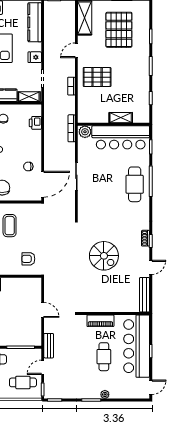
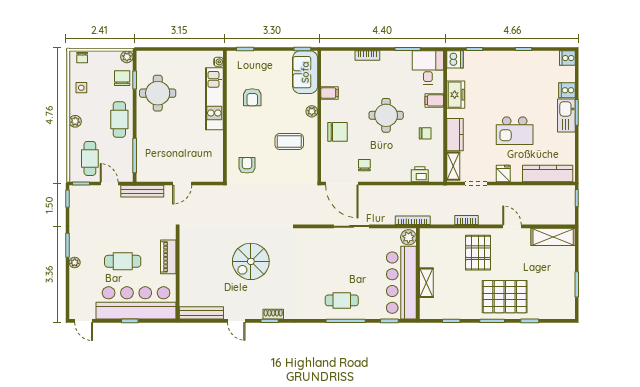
pallet: (119, 30) -> (505, 297), moved
cafe table: (135, 184) -> (342, 300), width x0.73, depth x0.74
bench: (49, 346) -> (142, 191), width x1.36

